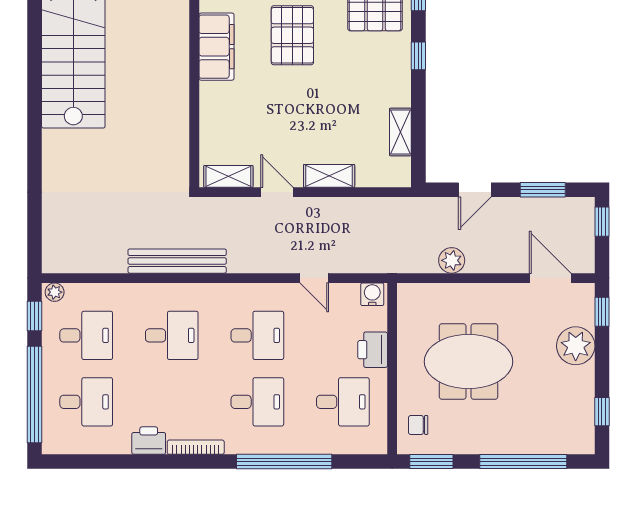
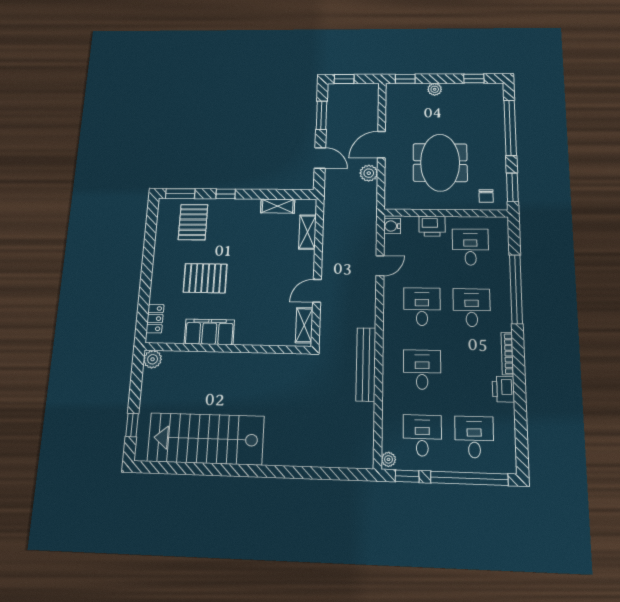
shelving: (329, 176) -> (307, 232), moved
door: (550, 278) -> (381, 145), moved
plant: (576, 346) -> (435, 89), width x0.53, depth x0.53

